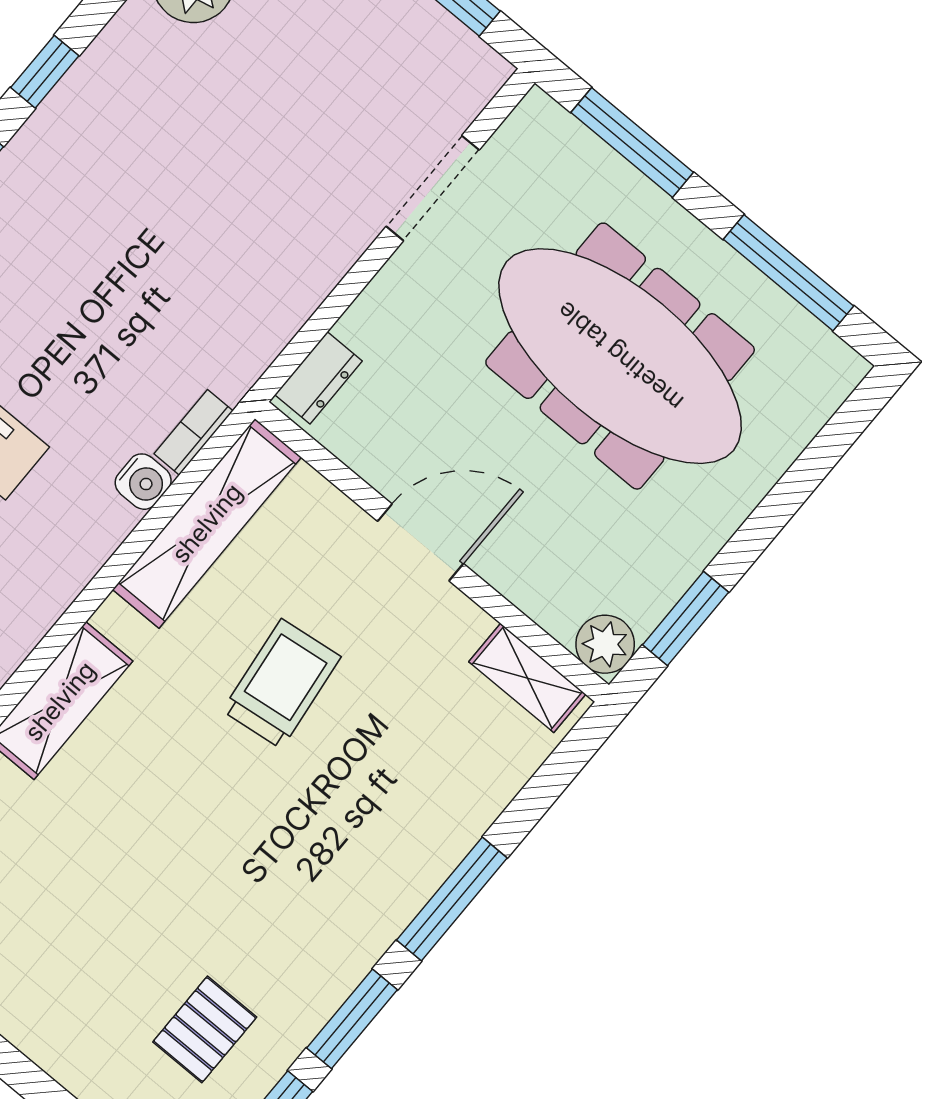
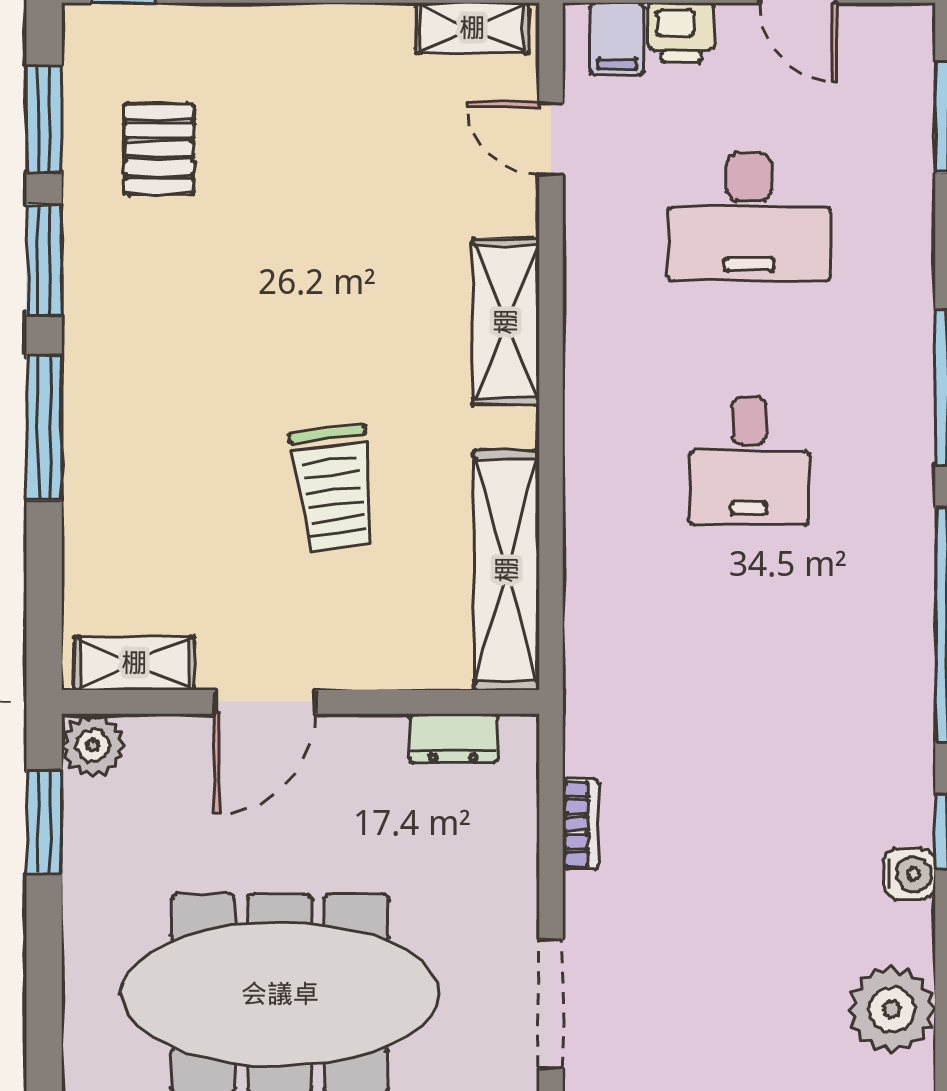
dresser: (319, 378) -> (453, 738), moved, turned -90
bookcase: (193, 432) -> (581, 824), moved
water cooler: (143, 482) -> (910, 874), moved, turned 180
door: (421, 542) -> (265, 702), moved

